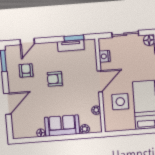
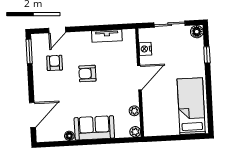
window: (74, 38) -> (111, 27), removed
side table: (120, 102) -> (162, 102), removed
door: (7, 104) -> (32, 115), moved
plant: (85, 129) -> (135, 132), moved

